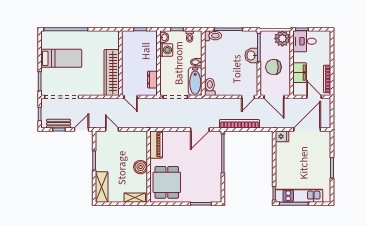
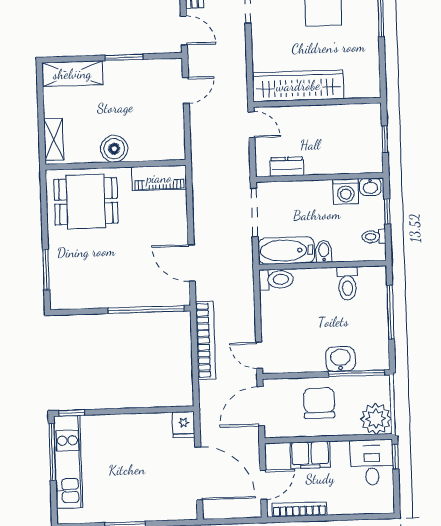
toilet: (213, 36) -> (347, 283), moved
door: (131, 97) -> (251, 125), swing flipped

